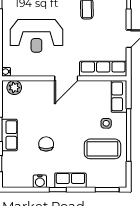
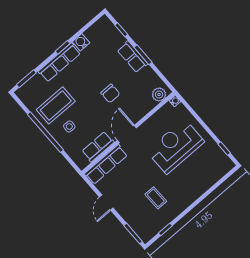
row of seats: (119, 96) -> (98, 147), moved, turned -90
chair: (46, 144) -> (110, 93), moved
row of seats: (70, 180) -> (59, 62), width x1.48

